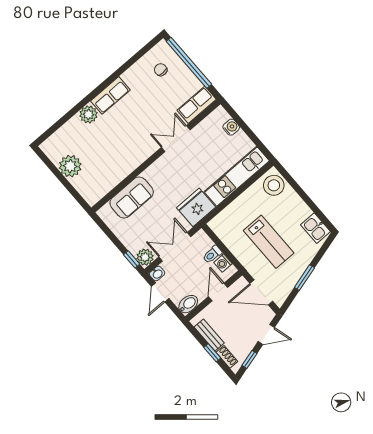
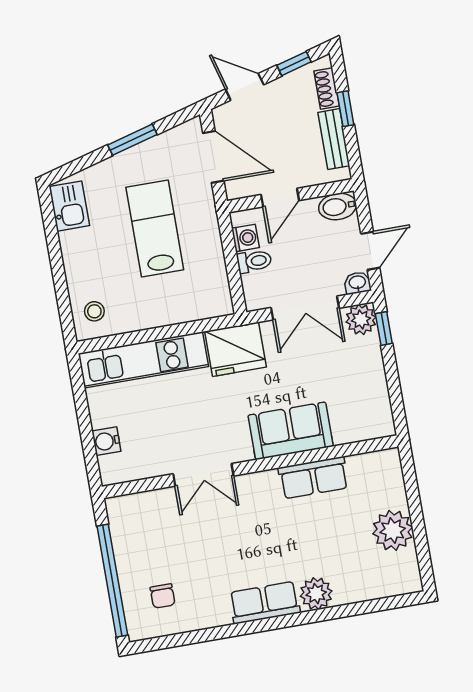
row of seats: (197, 105) -> (313, 478), moved
stool: (274, 185) -> (94, 311), width x0.53, depth x0.53
sofa: (132, 197) -> (291, 431), moved

